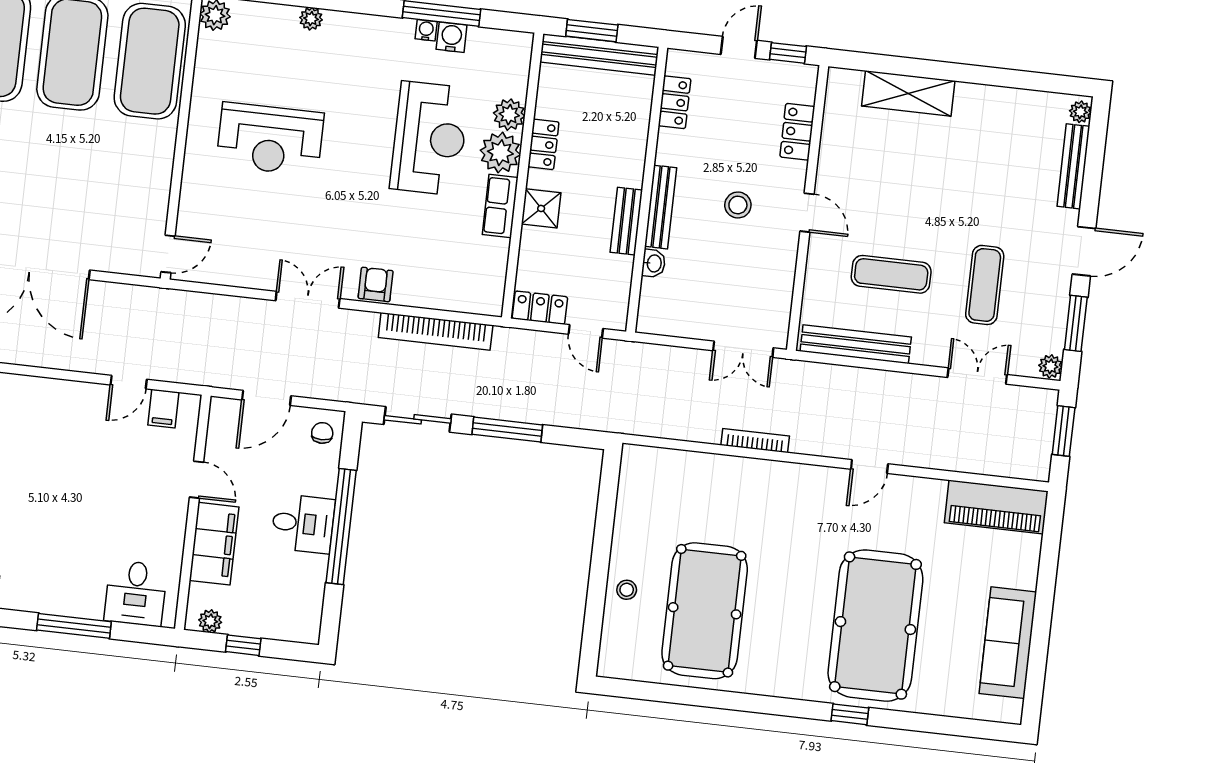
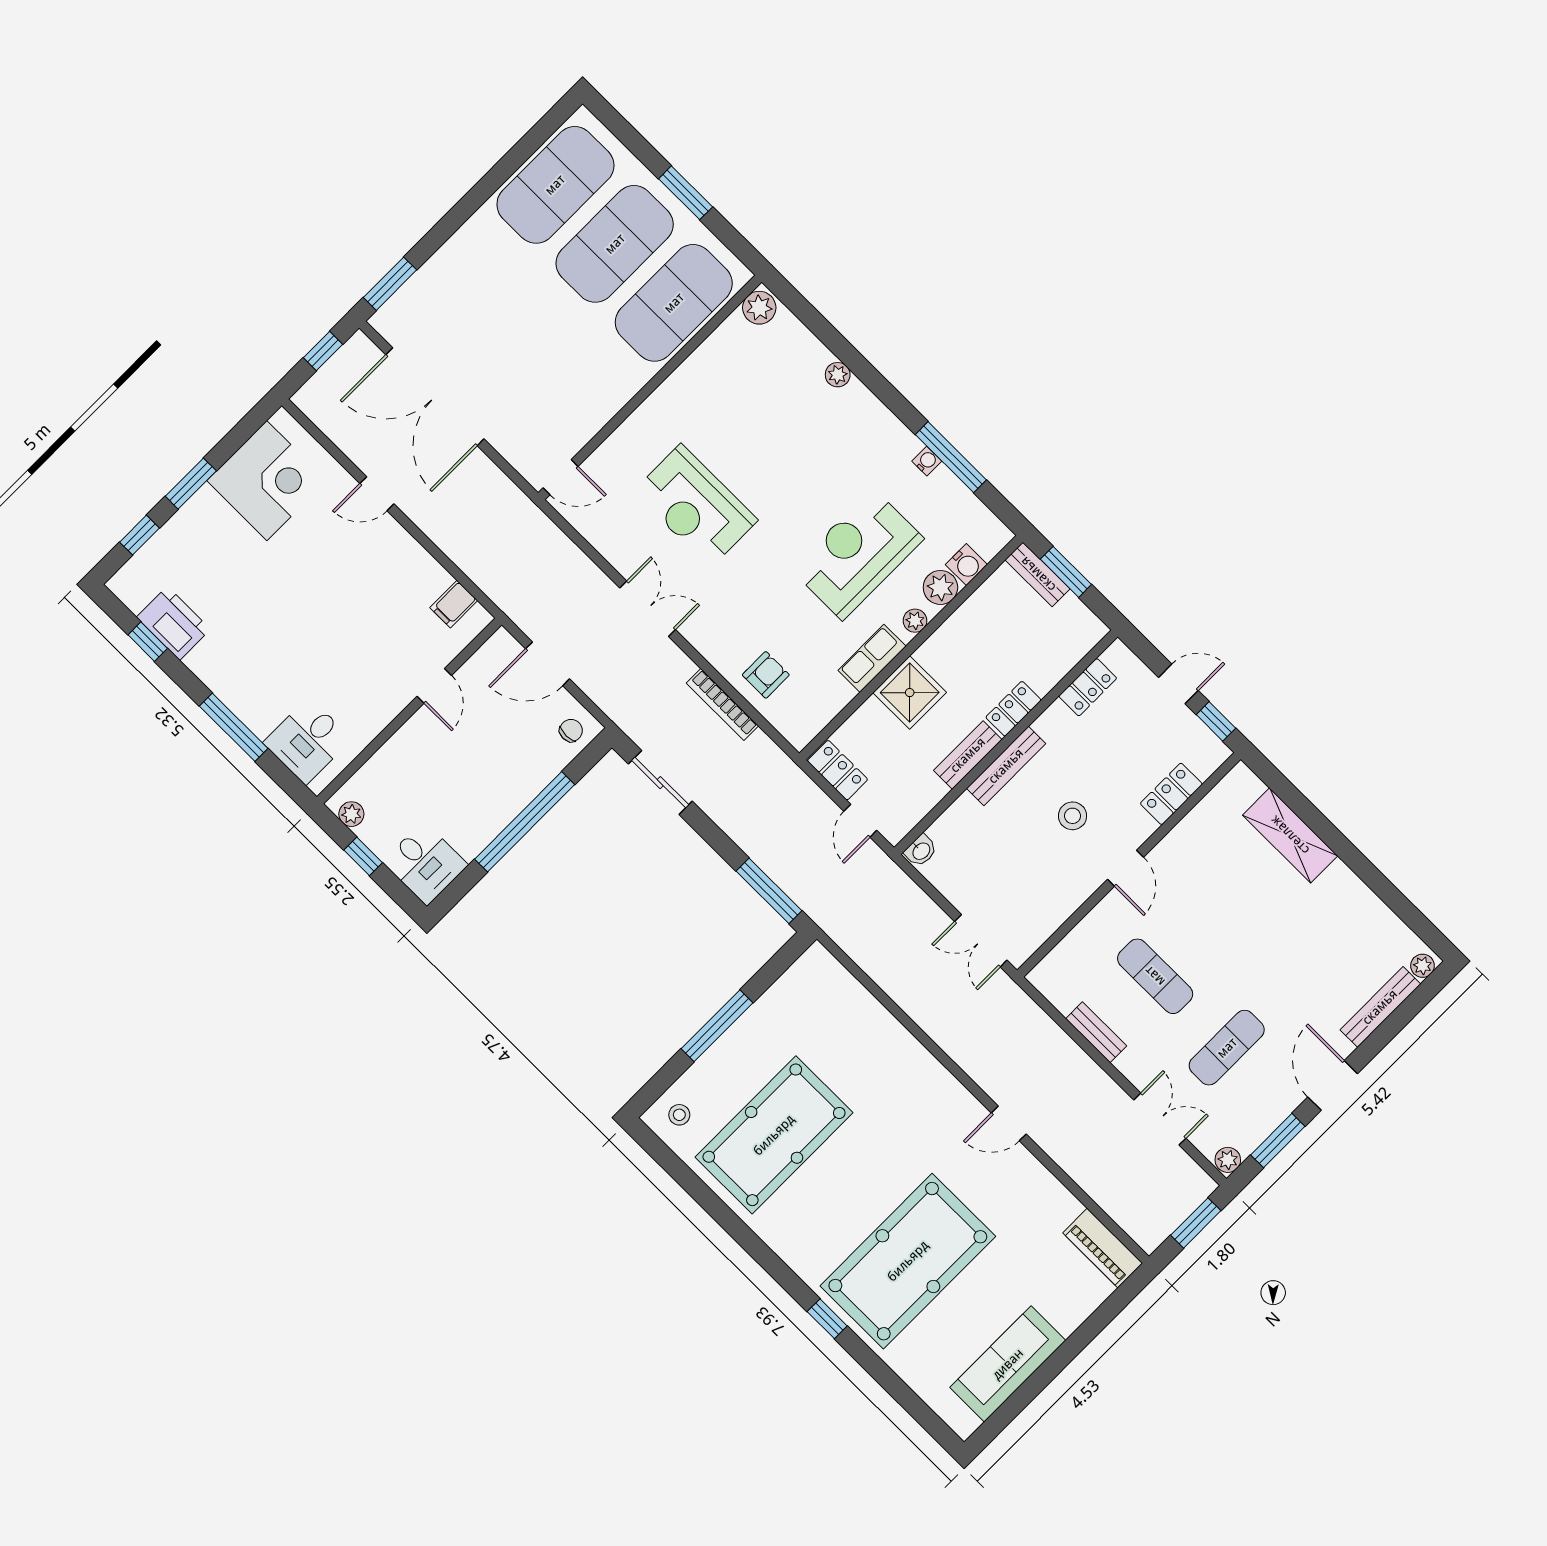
water cooler: (452, 37) -> (966, 565), moved, turned 90
bench: (599, 54) -> (1038, 574), width x0.54, depth x0.82
reception desk: (429, 138) -> (858, 554), turned 180
reception desk: (270, 139) -> (695, 506), moved
locker: (543, 144) -> (1013, 709), moved, turned 180
plant: (500, 153) -> (915, 621), width x0.53, depth x0.53
shower: (541, 208) -> (910, 693), width x1.36, depth x1.36
door: (1084, 251) -> (1333, 1085), swing flipped
washbasin: (654, 263) -> (921, 851), moved
armchair: (376, 284) -> (766, 675), moved
bookcase: (436, 331) -> (722, 704), width x0.68, depth x0.76
bench: (856, 344) -> (1096, 1032), width x0.54, depth x0.82
door: (129, 382) -> (377, 494), moved
window: (507, 430) -> (769, 891), moved
bookcase: (755, 441) -> (930, 1025), removed
piano: (996, 507) -> (1103, 1248), width x0.73, depth x0.75
desk: (303, 524) -> (425, 863), moved
filing cabinet: (214, 544) -> (406, 752), removed
window: (600, 564) -> (717, 1026), added
stool: (627, 590) -> (679, 1115), moved

